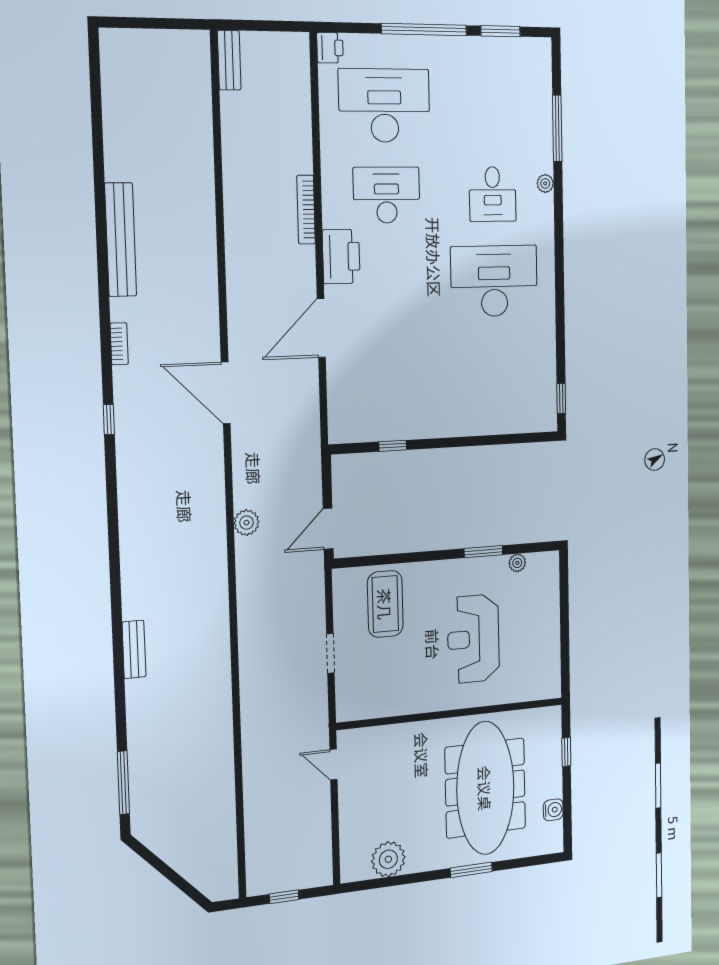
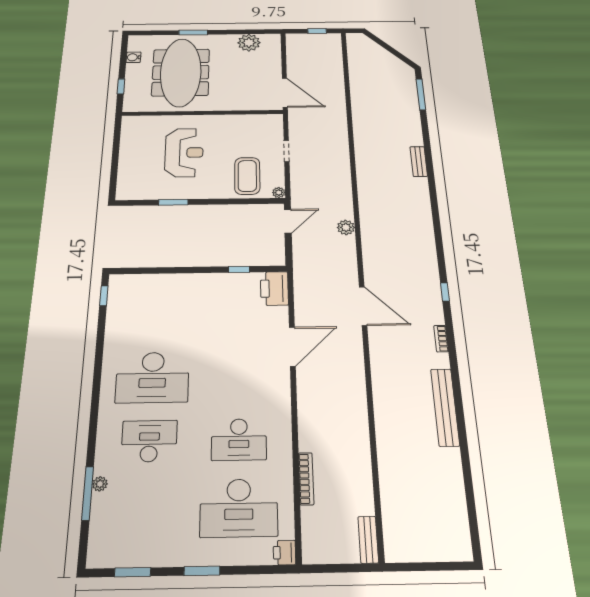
window: (424, 29) -> (202, 571), width x0.47
plant: (545, 183) -> (100, 484), moved
desk: (493, 194) -> (149, 441), width x1.37
bookcase: (306, 210) -> (306, 479), moved
printer: (341, 257) -> (274, 288), moved
plant: (517, 563) -> (279, 193), moved
door: (333, 765) -> (285, 93), width x1.88

